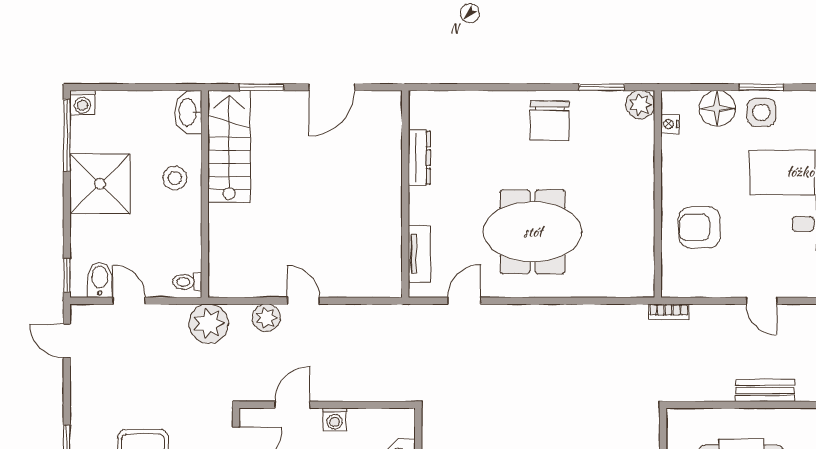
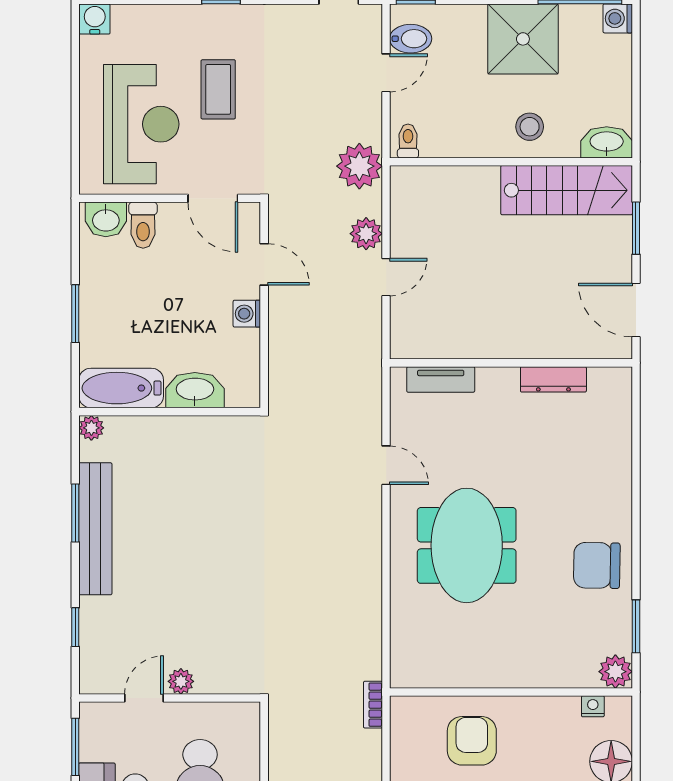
dresser: (419, 158) -> (553, 379), moved
wall: (405, 194) -> (511, 363), moved
tv unit: (419, 254) -> (441, 379), moved

